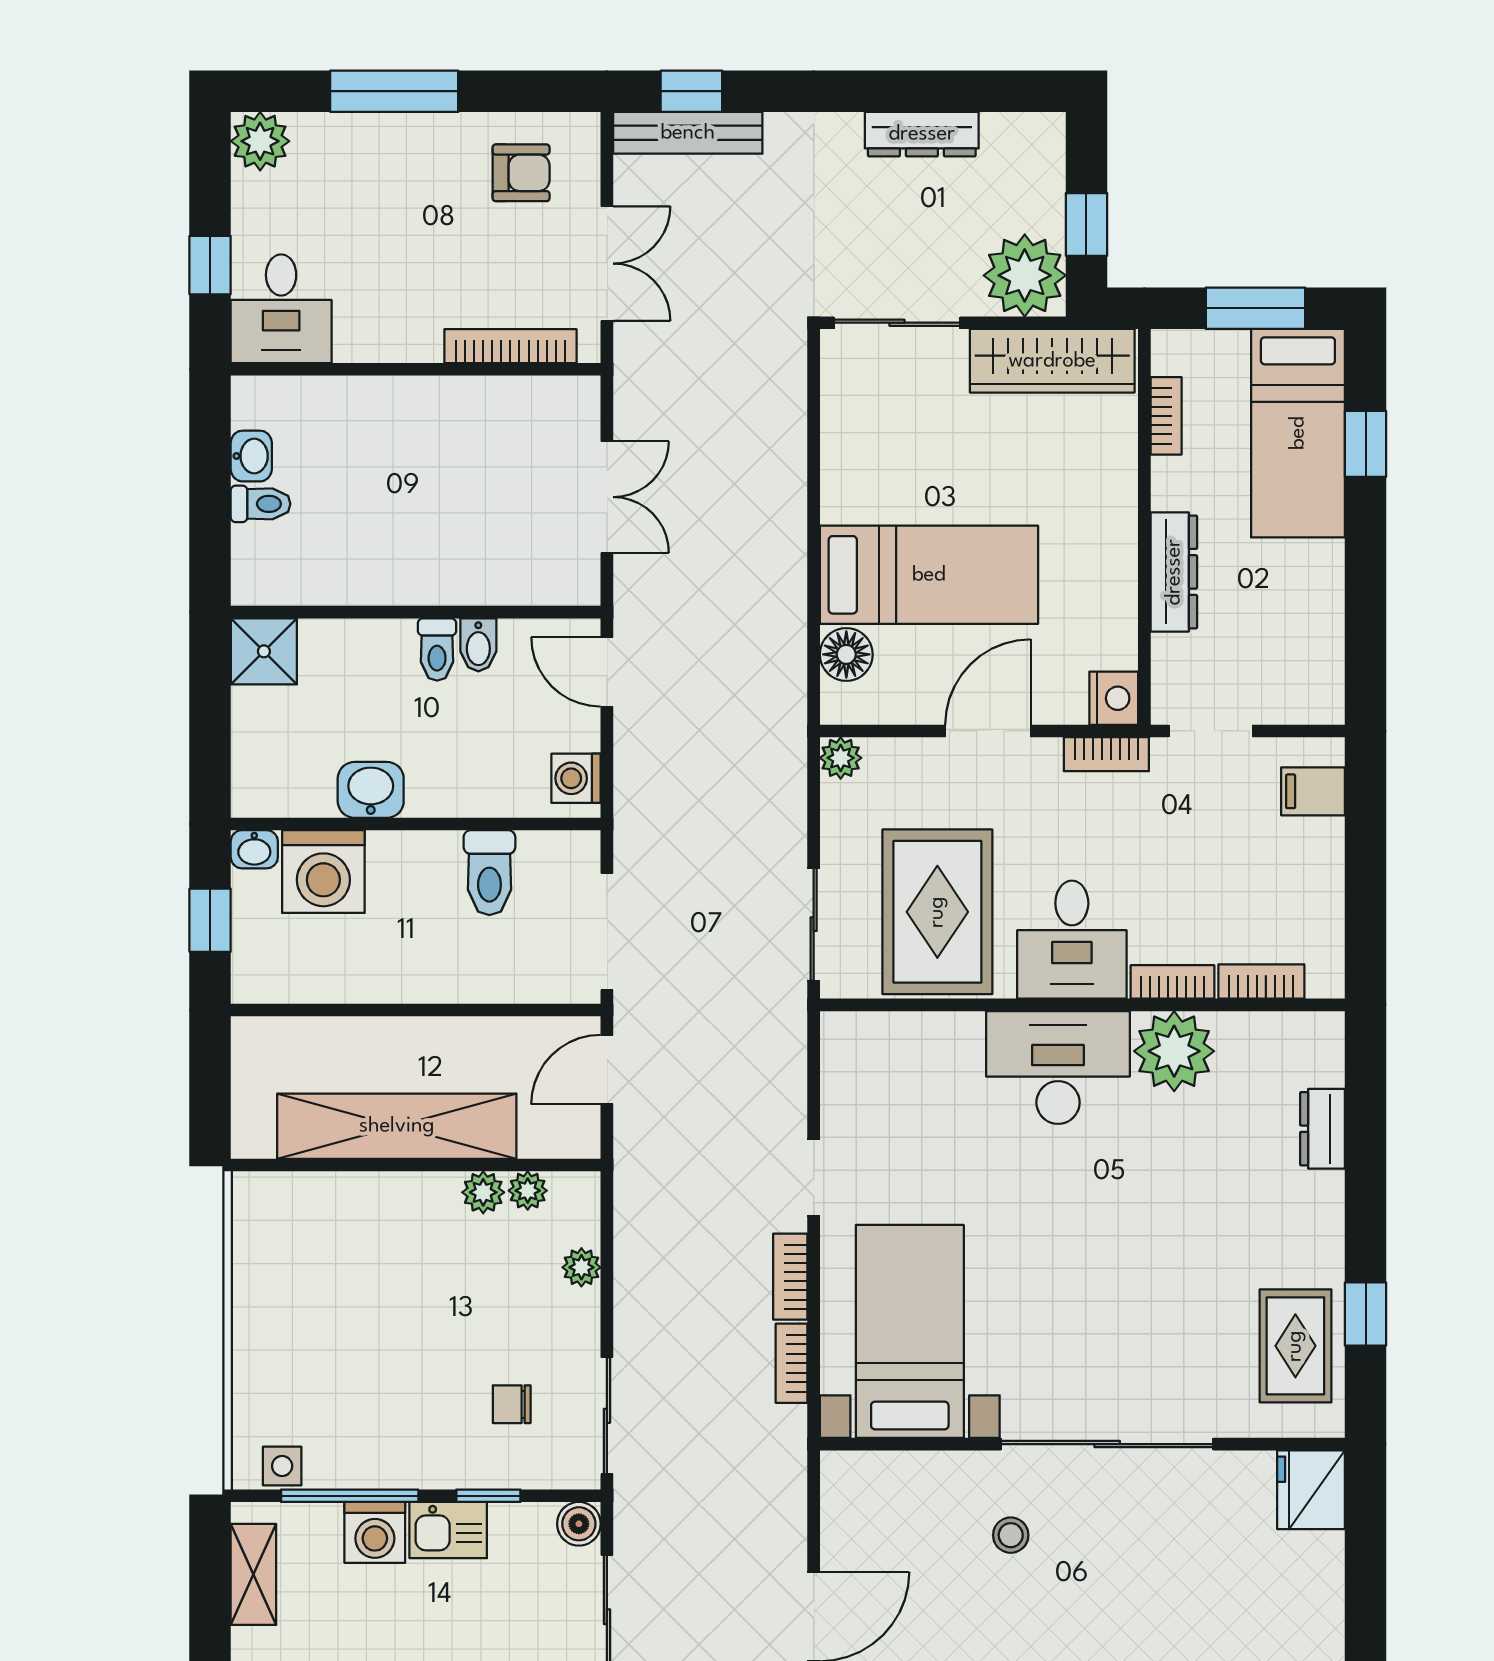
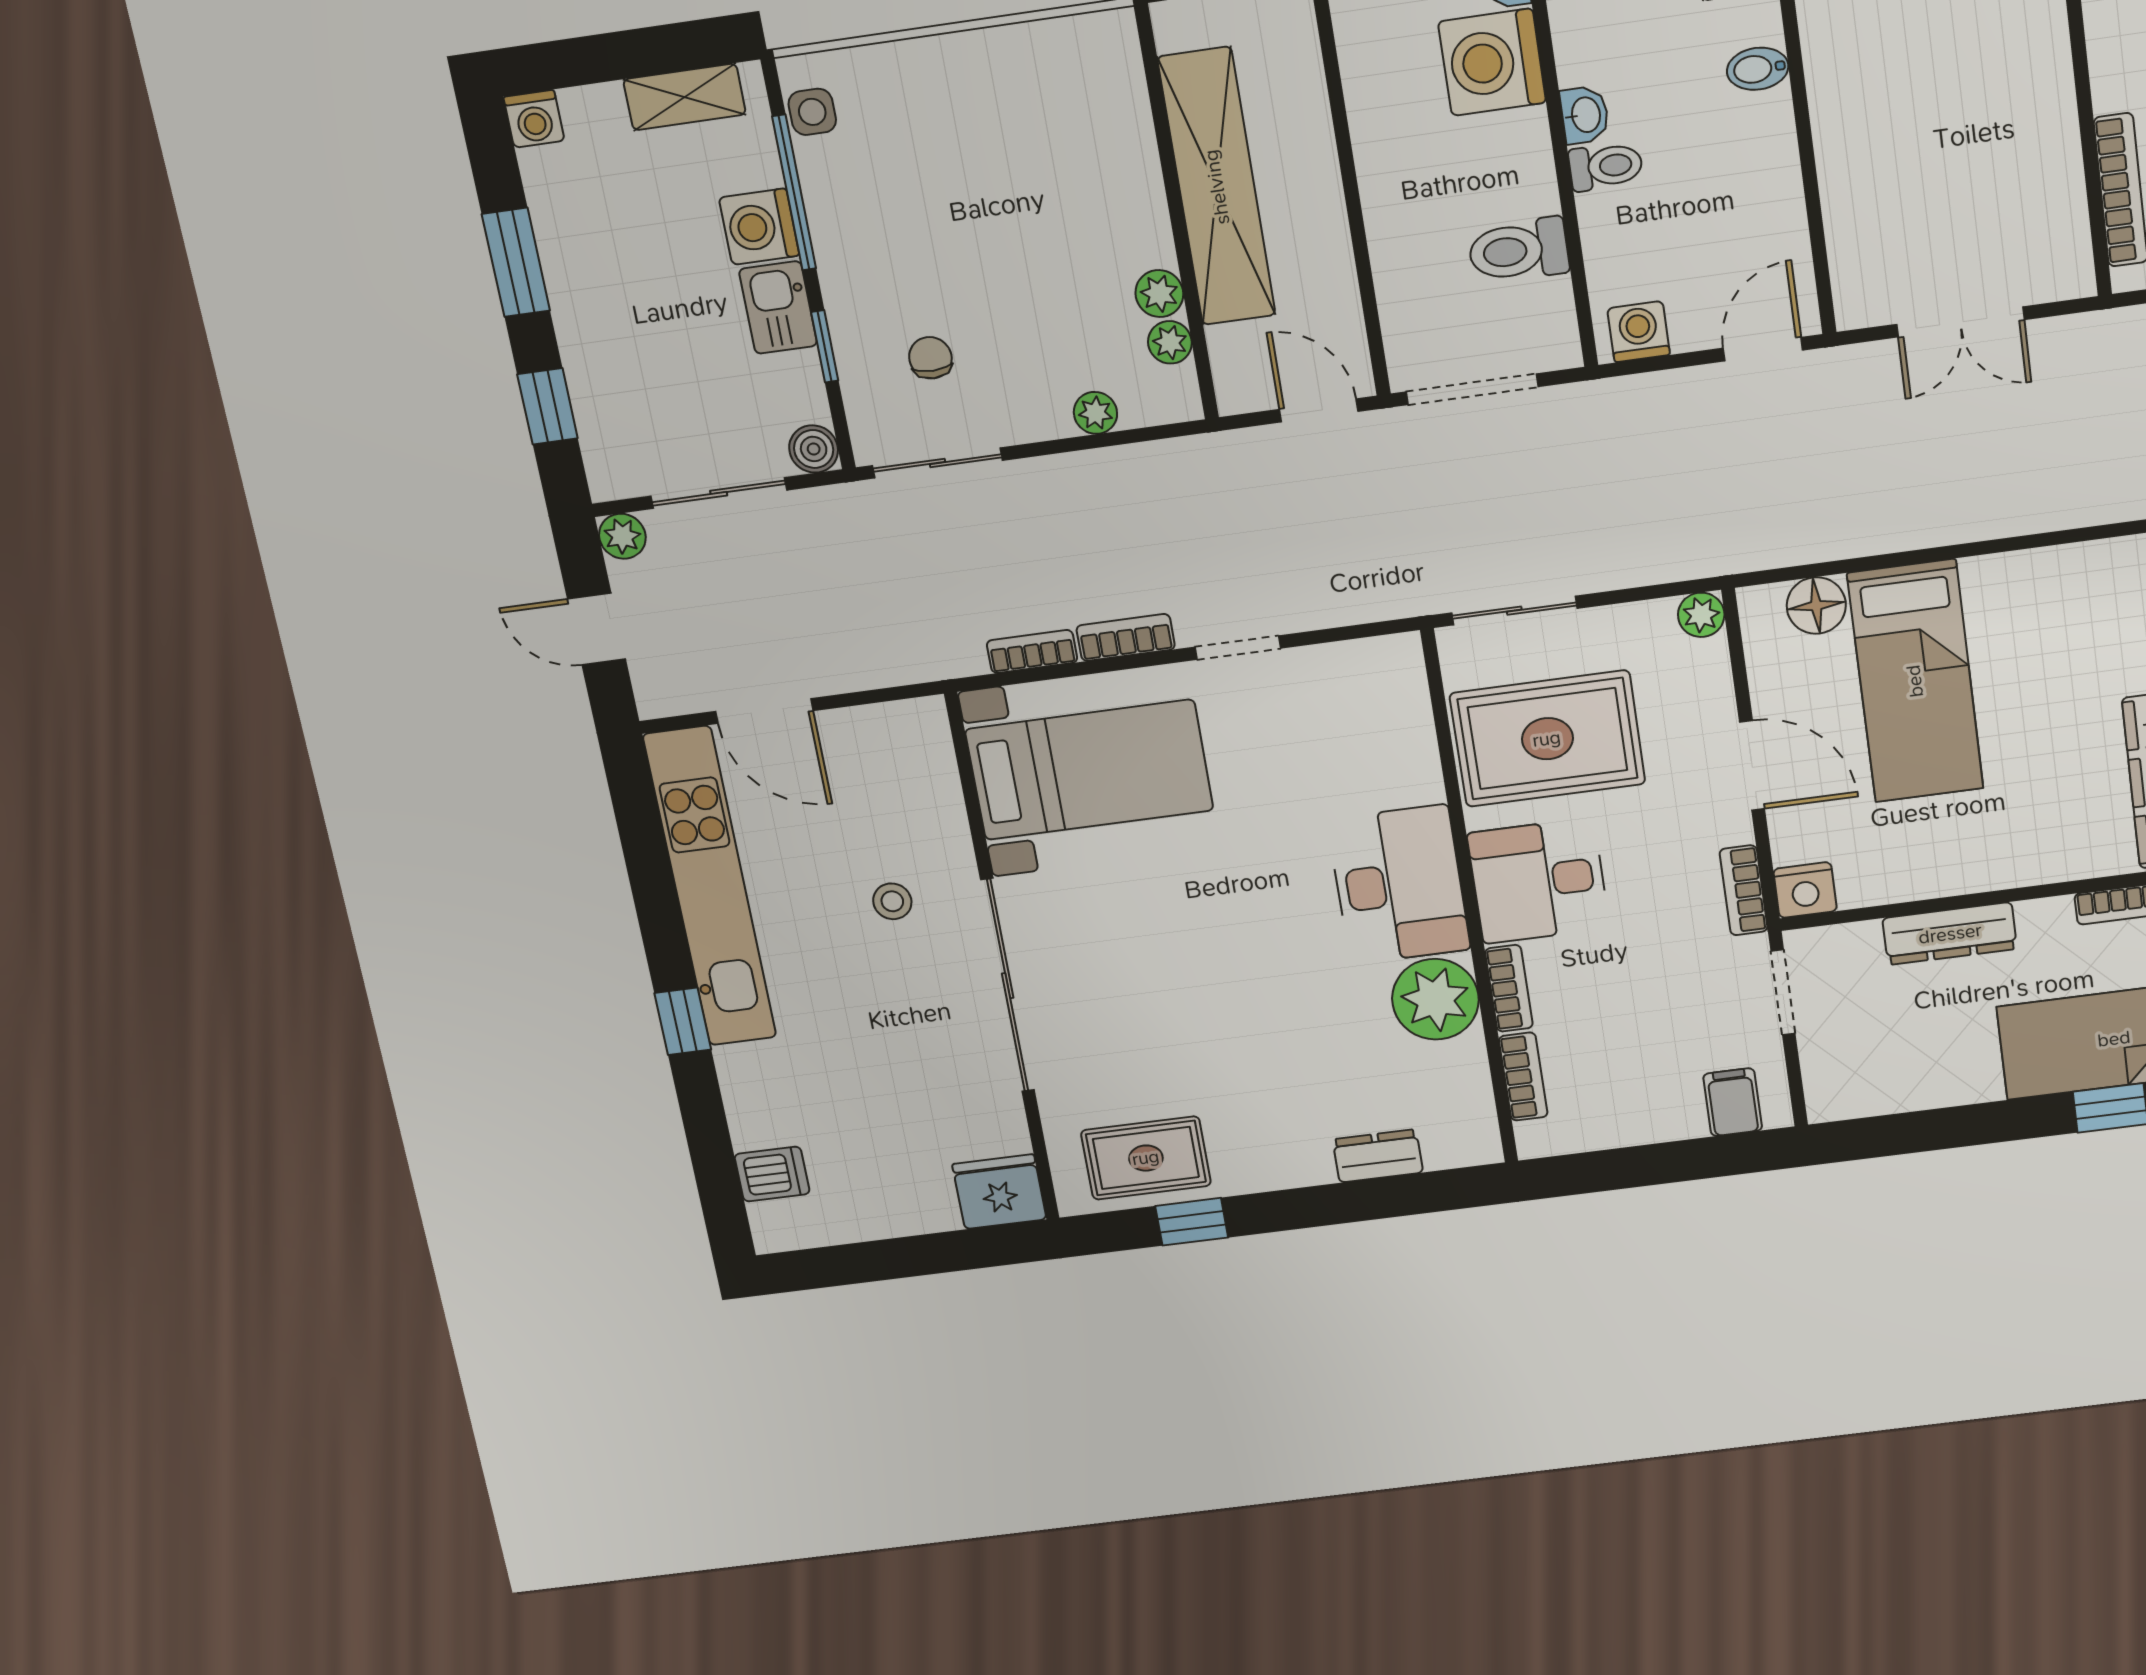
bidet: (478, 645) -> (1758, 69), moved
toilet: (437, 649) -> (1606, 166), moved, turned 180
washbasin: (371, 790) -> (1585, 115), width x0.72, depth x0.69

